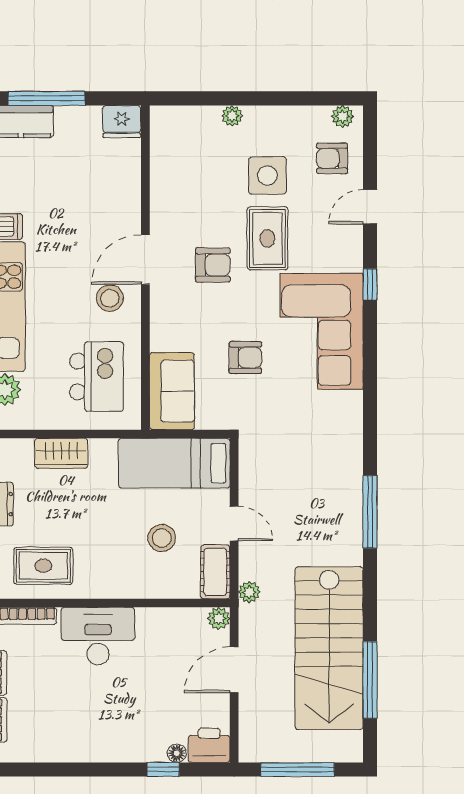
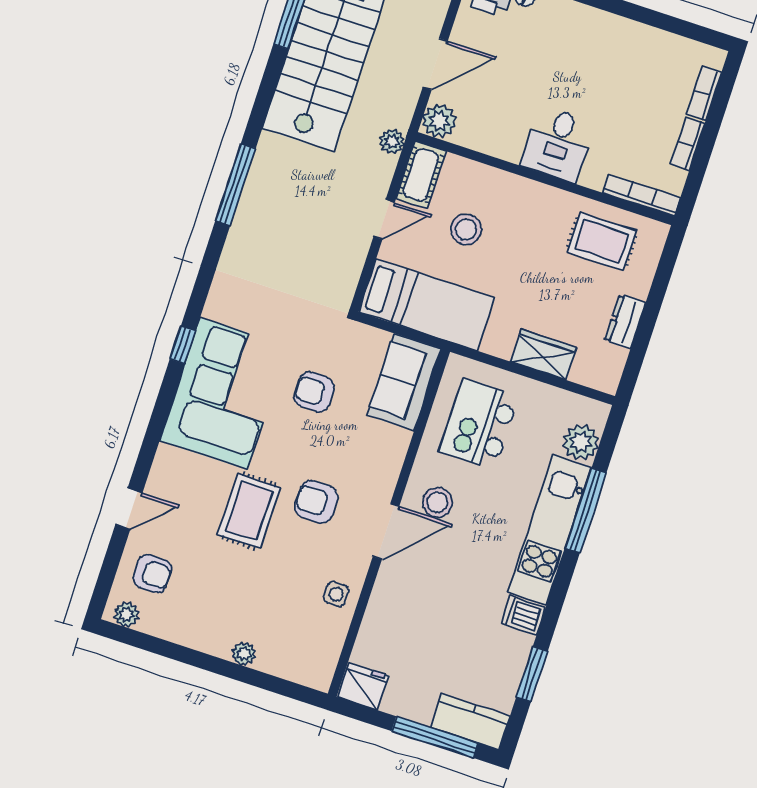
side table: (267, 176) -> (336, 594), moved, width x0.54, depth x0.54
window: (370, 284) -> (183, 345), moved
door: (234, 524) -> (384, 220), swing flipped
plant: (219, 618) -> (440, 121), width x1.38, depth x1.38
desk: (98, 636) -> (558, 144), width x0.73

